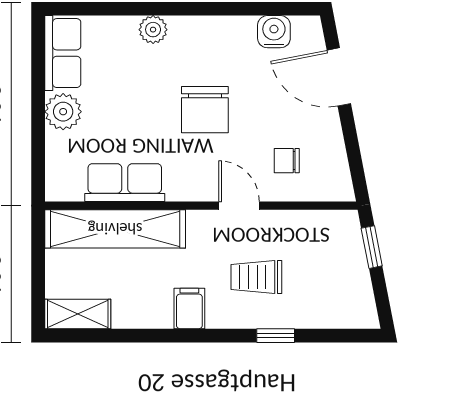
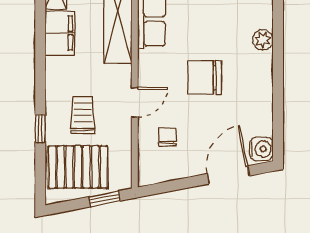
water cooler: (274, 32) -> (261, 149), moved
pallet: (328, 284) -> (78, 167), added
filing cabinet: (189, 309) -> (60, 33), moved, width x2.00

